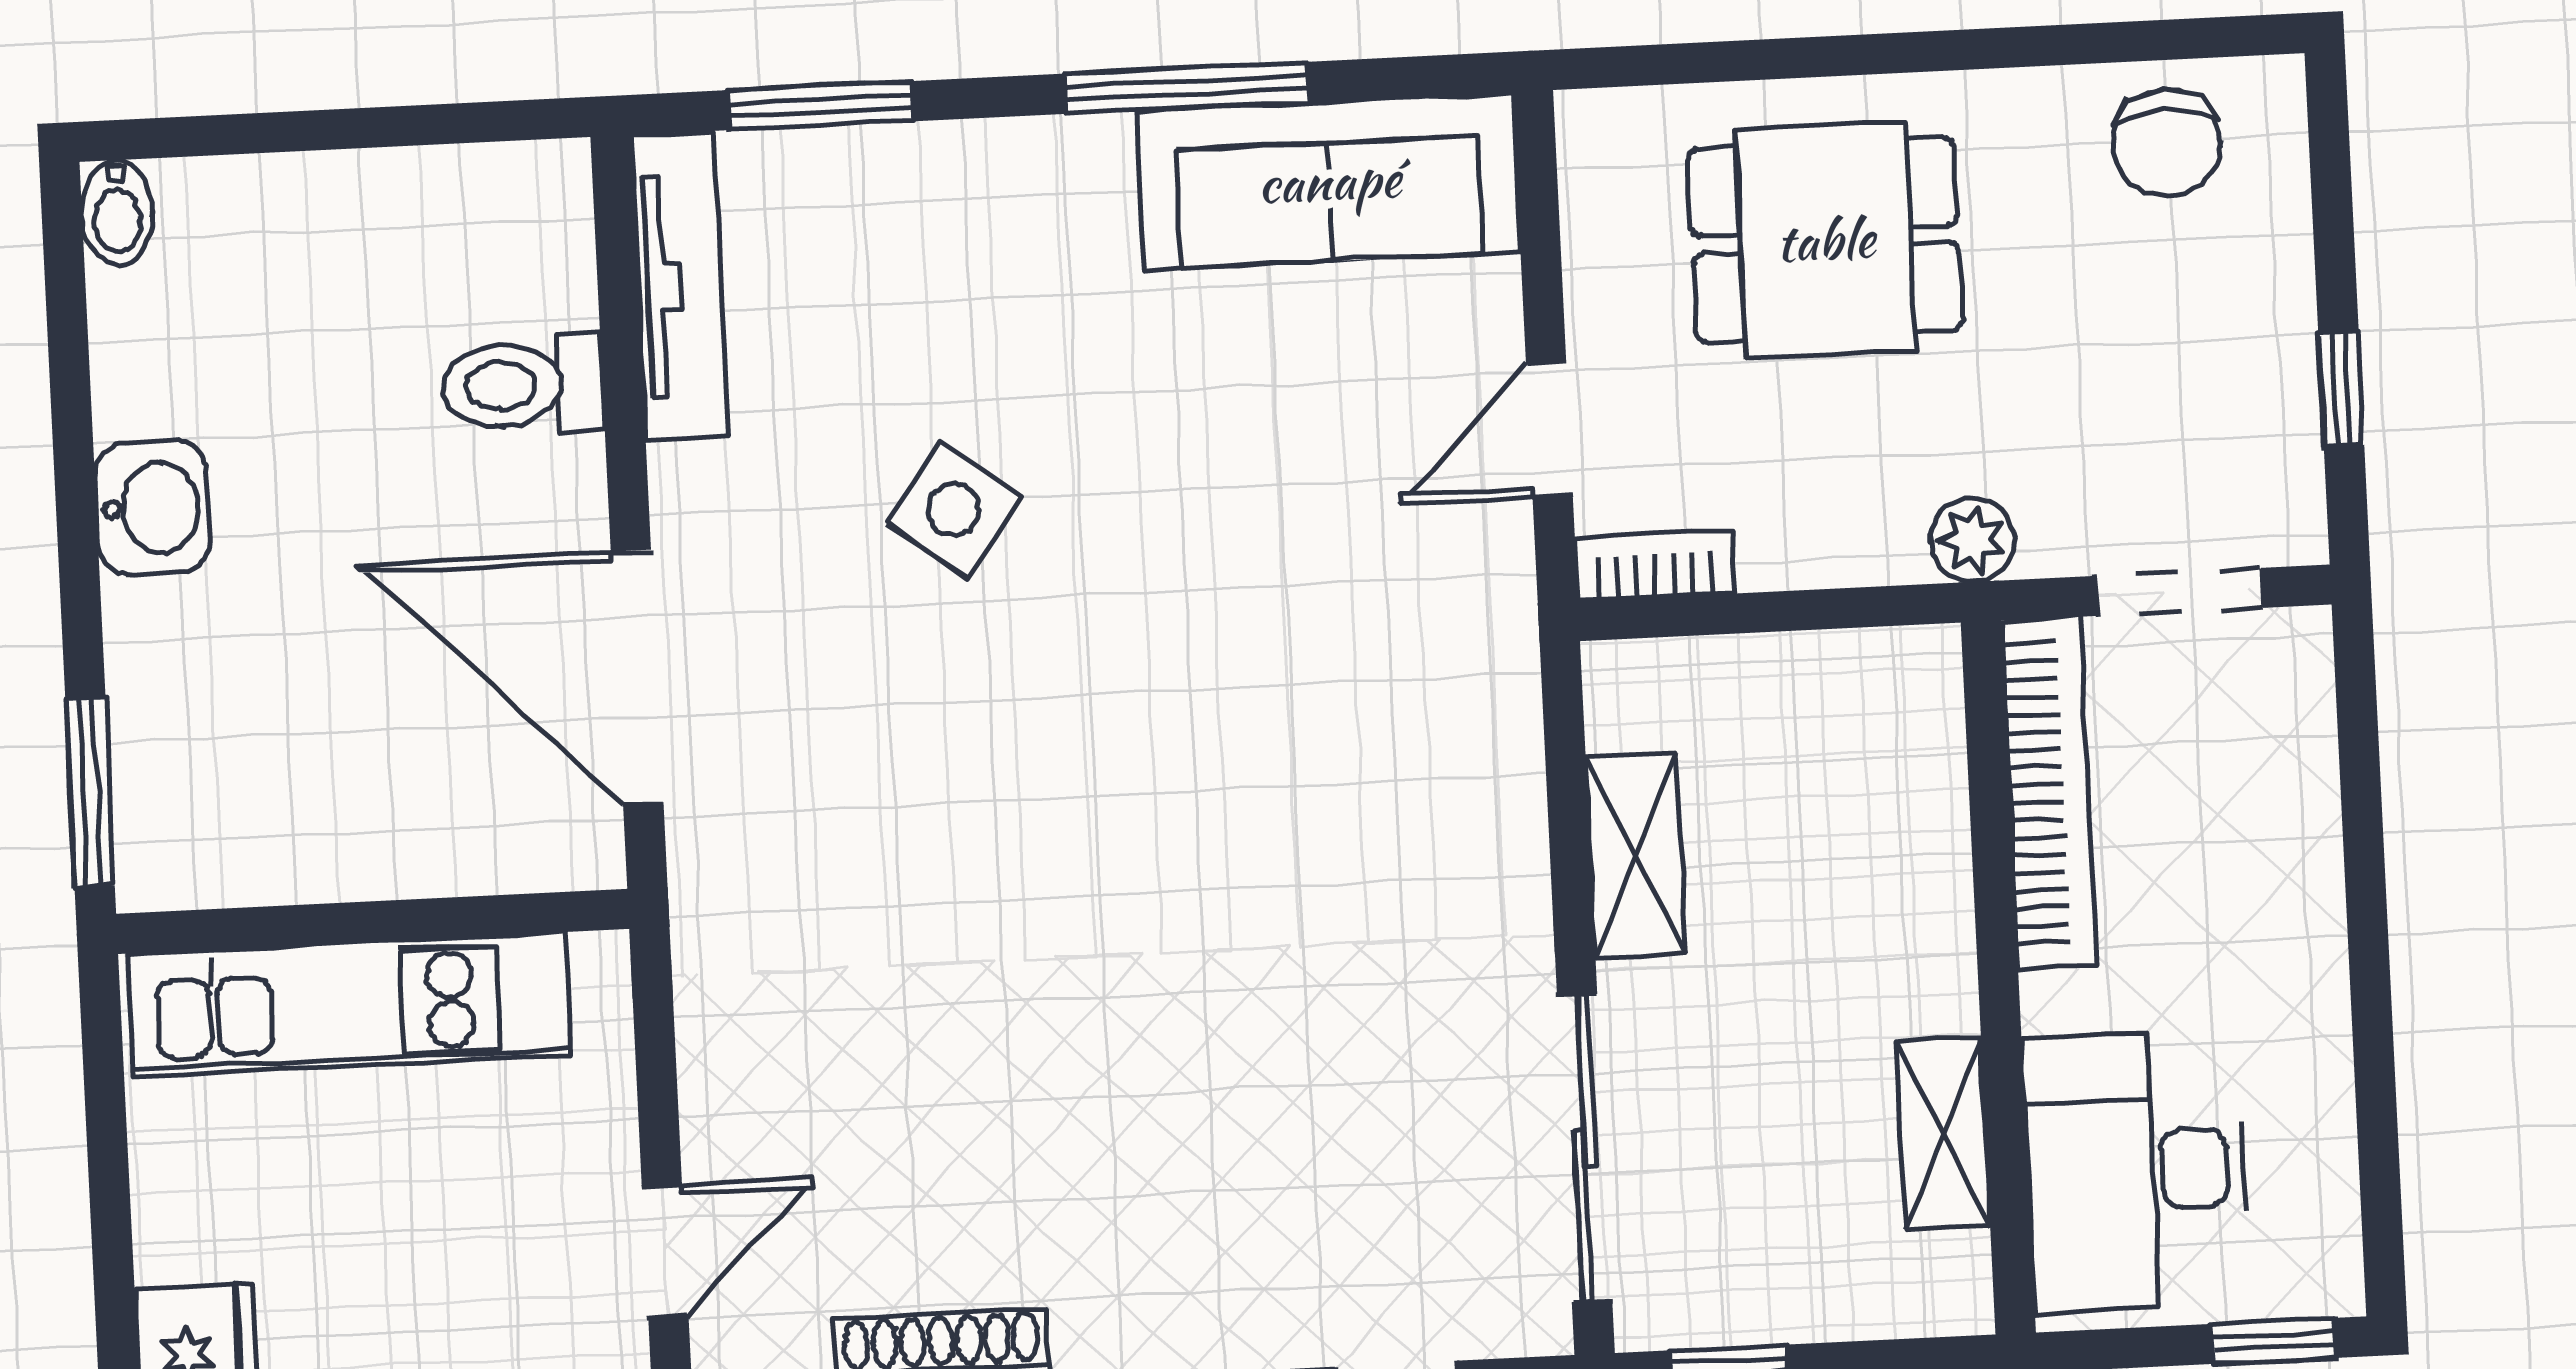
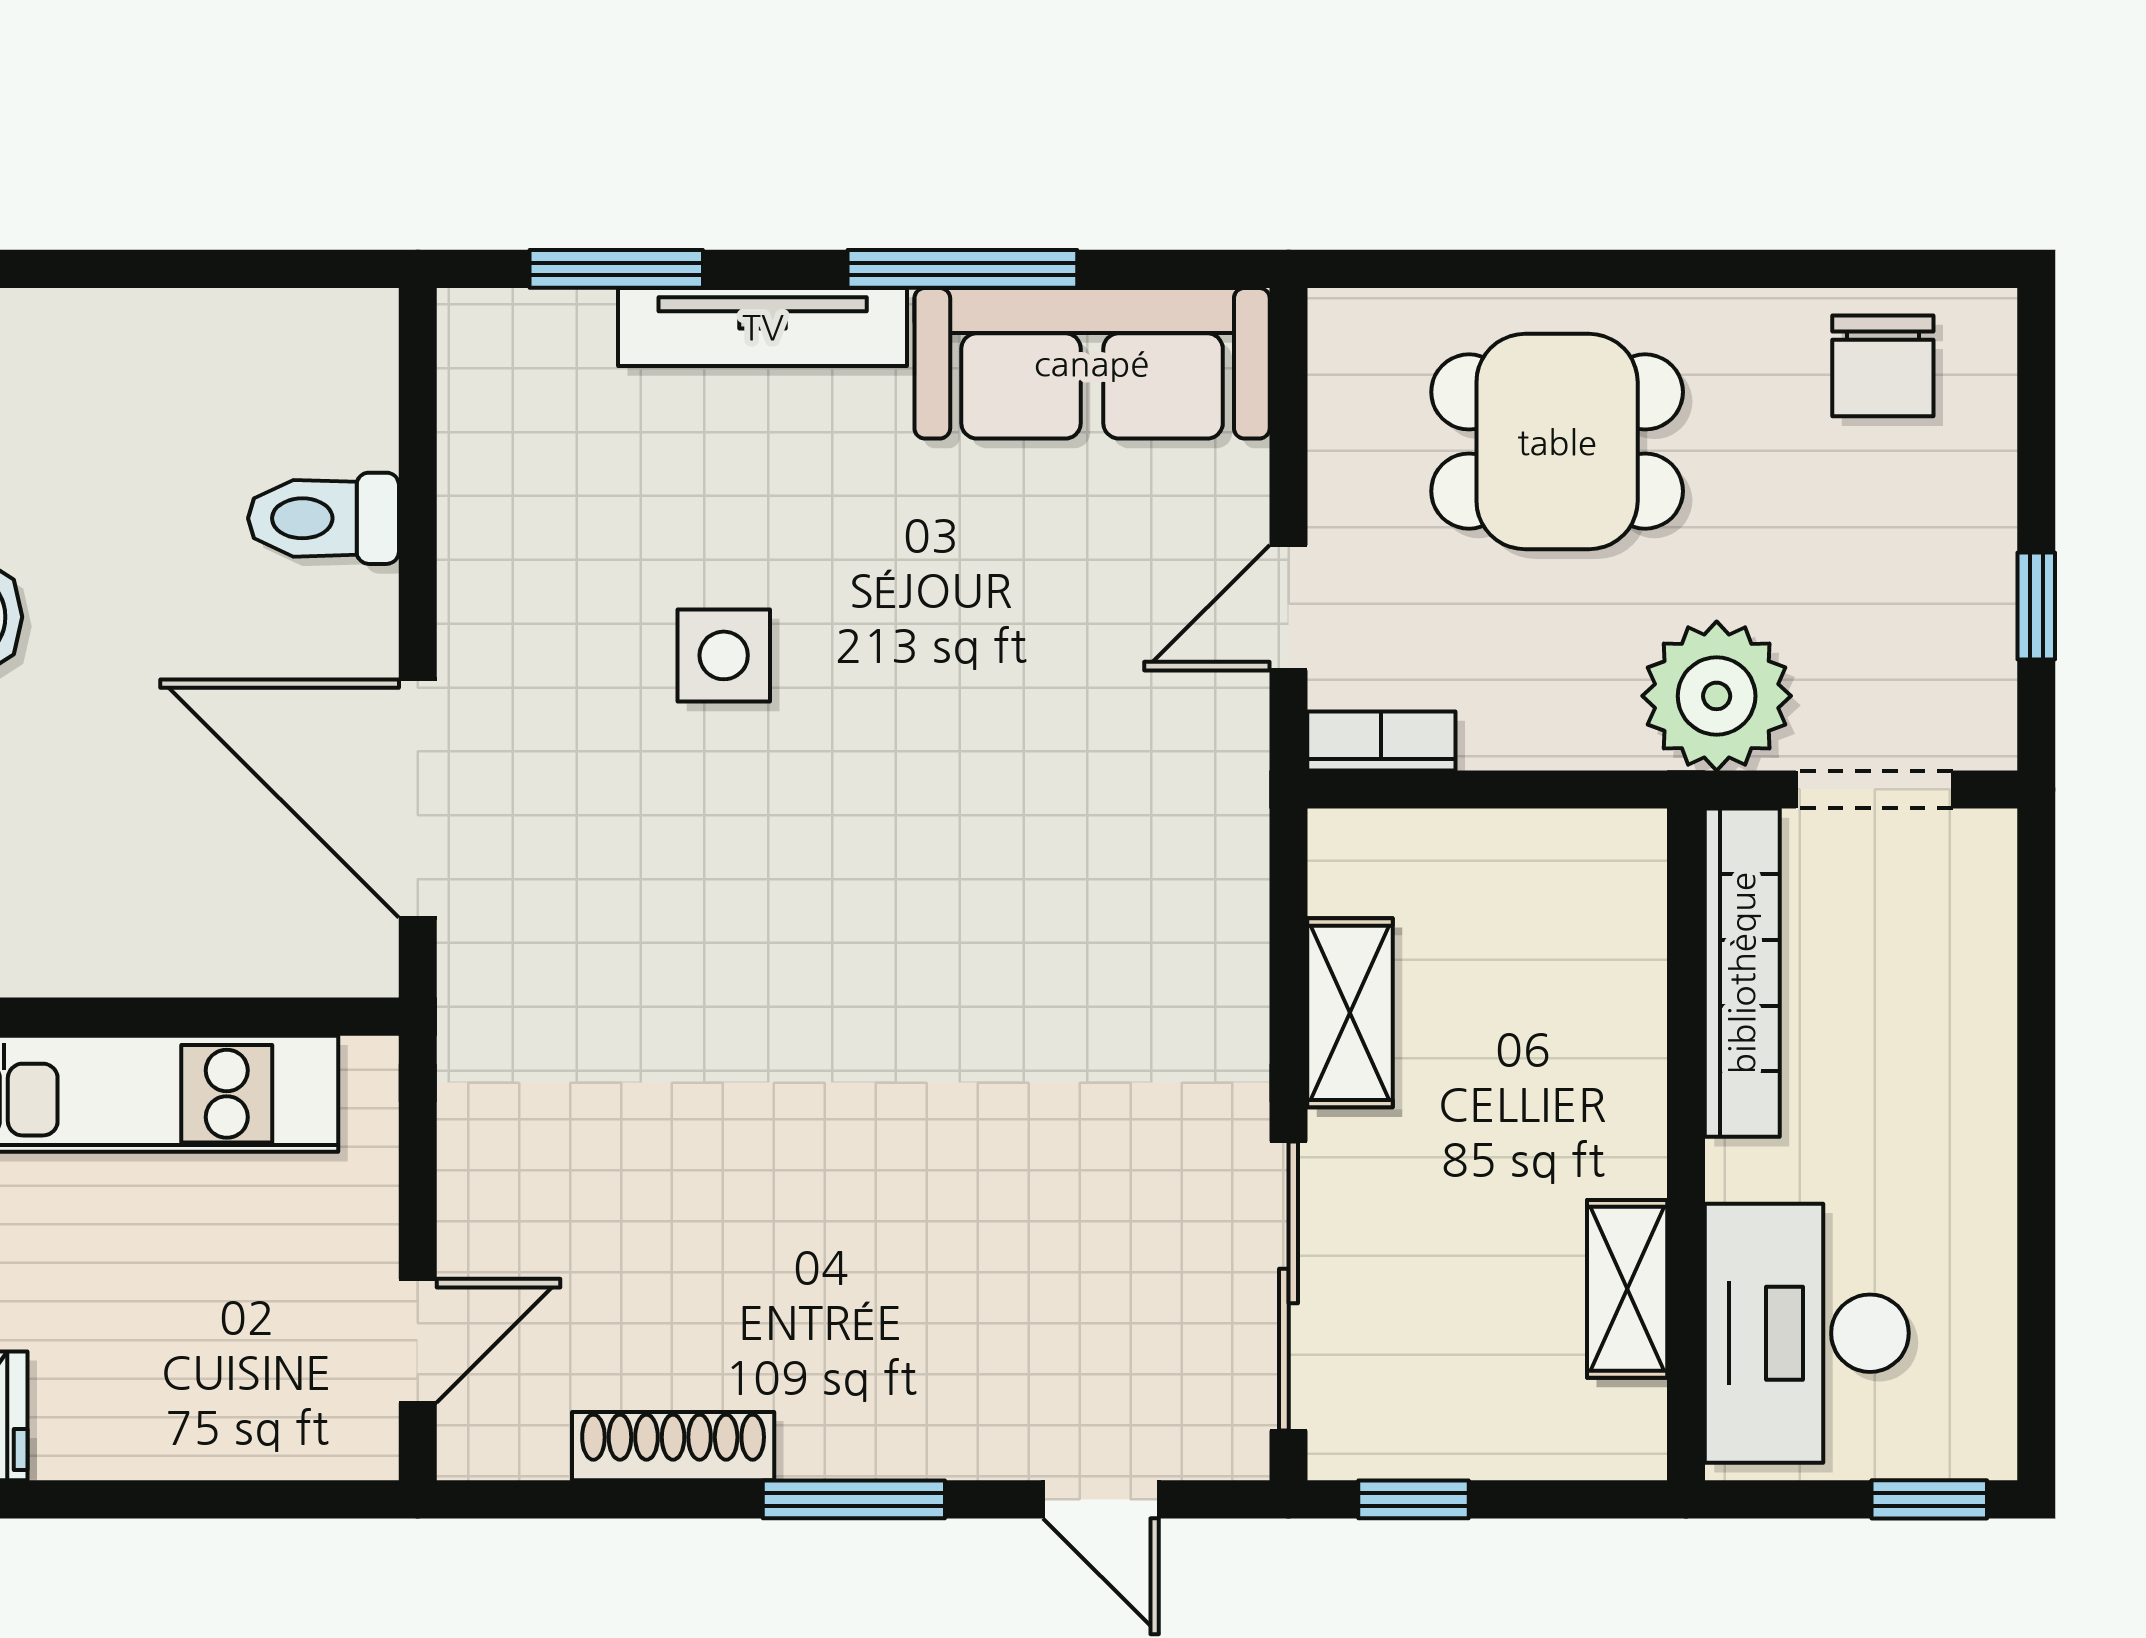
tv unit: (680, 286) -> (763, 327), moved, turned 90
side table: (954, 510) -> (724, 655), turned -37
plant: (1972, 540) -> (1717, 696), width x1.88, depth x1.88

